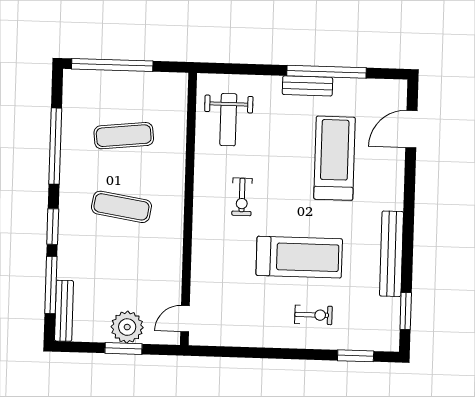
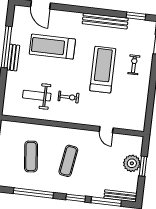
weight bench: (228, 120) -> (37, 96), moved, turned 180
door: (185, 319) -> (106, 130), moved

